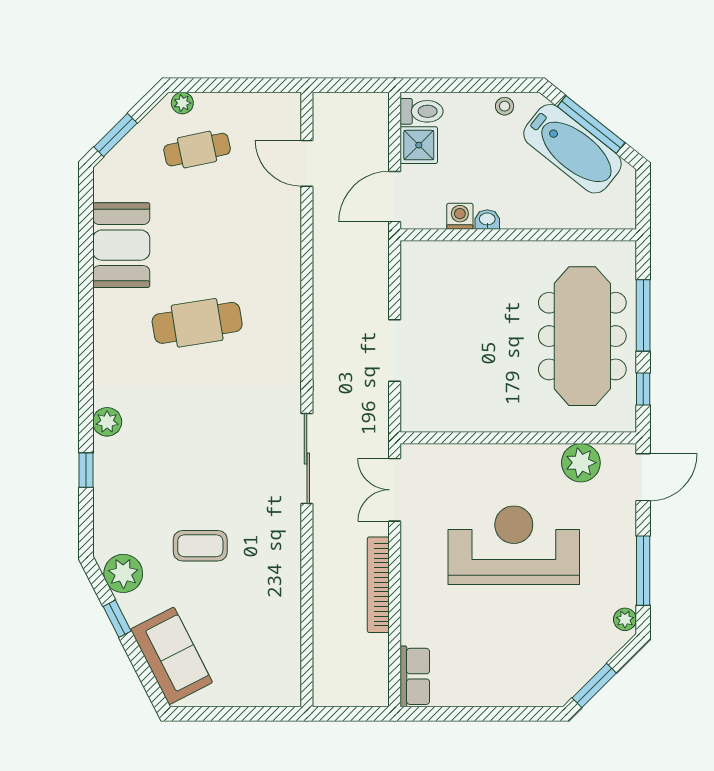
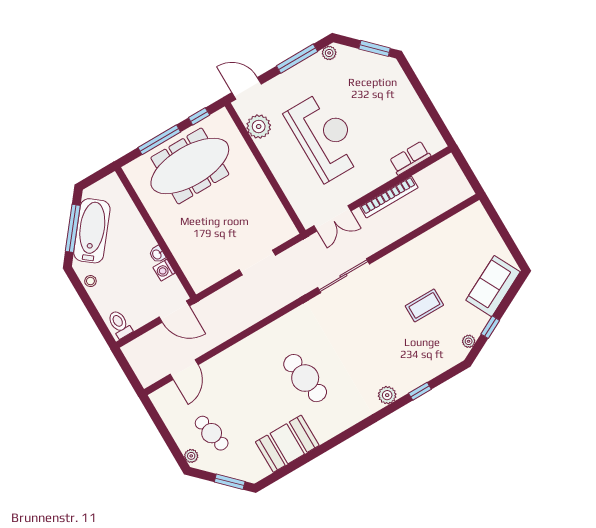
shower: (419, 145) -> (139, 315), removed
reception desk: (514, 545) -> (324, 136), turned 180
coffee table: (200, 546) -> (424, 305), turned 90
plant: (123, 573) -> (469, 341), width x0.53, depth x0.53
row of seats: (415, 676) -> (410, 158), moved

